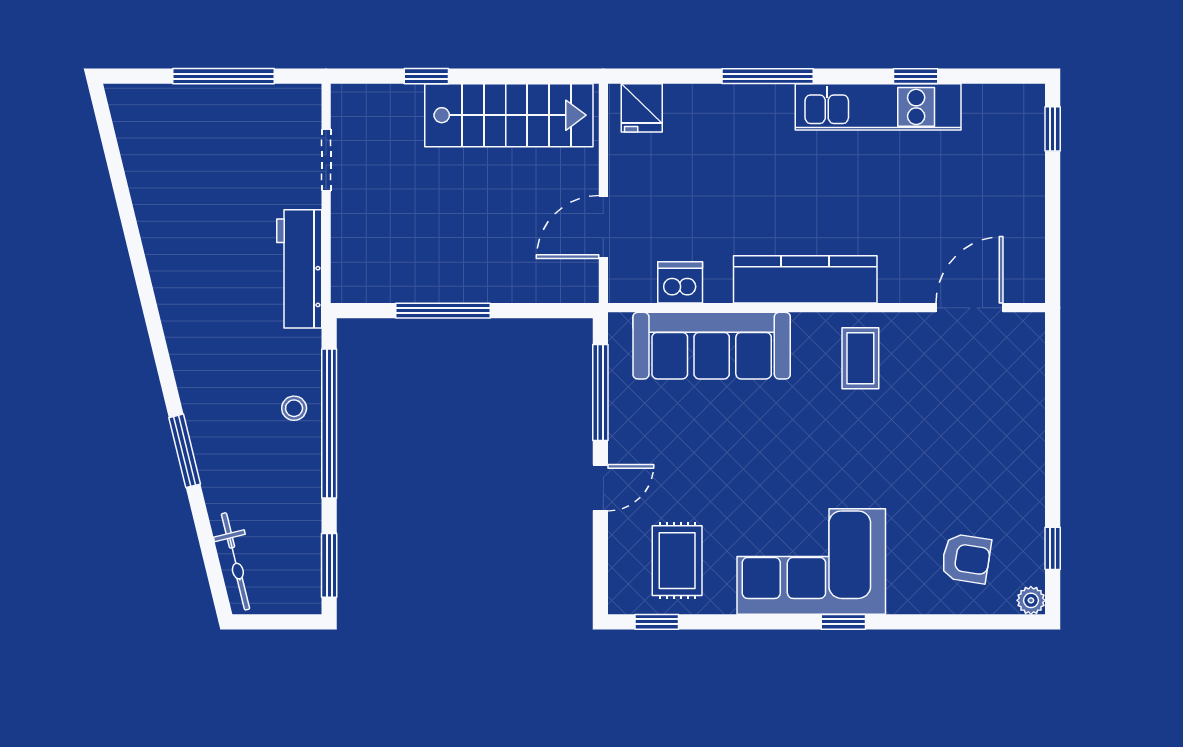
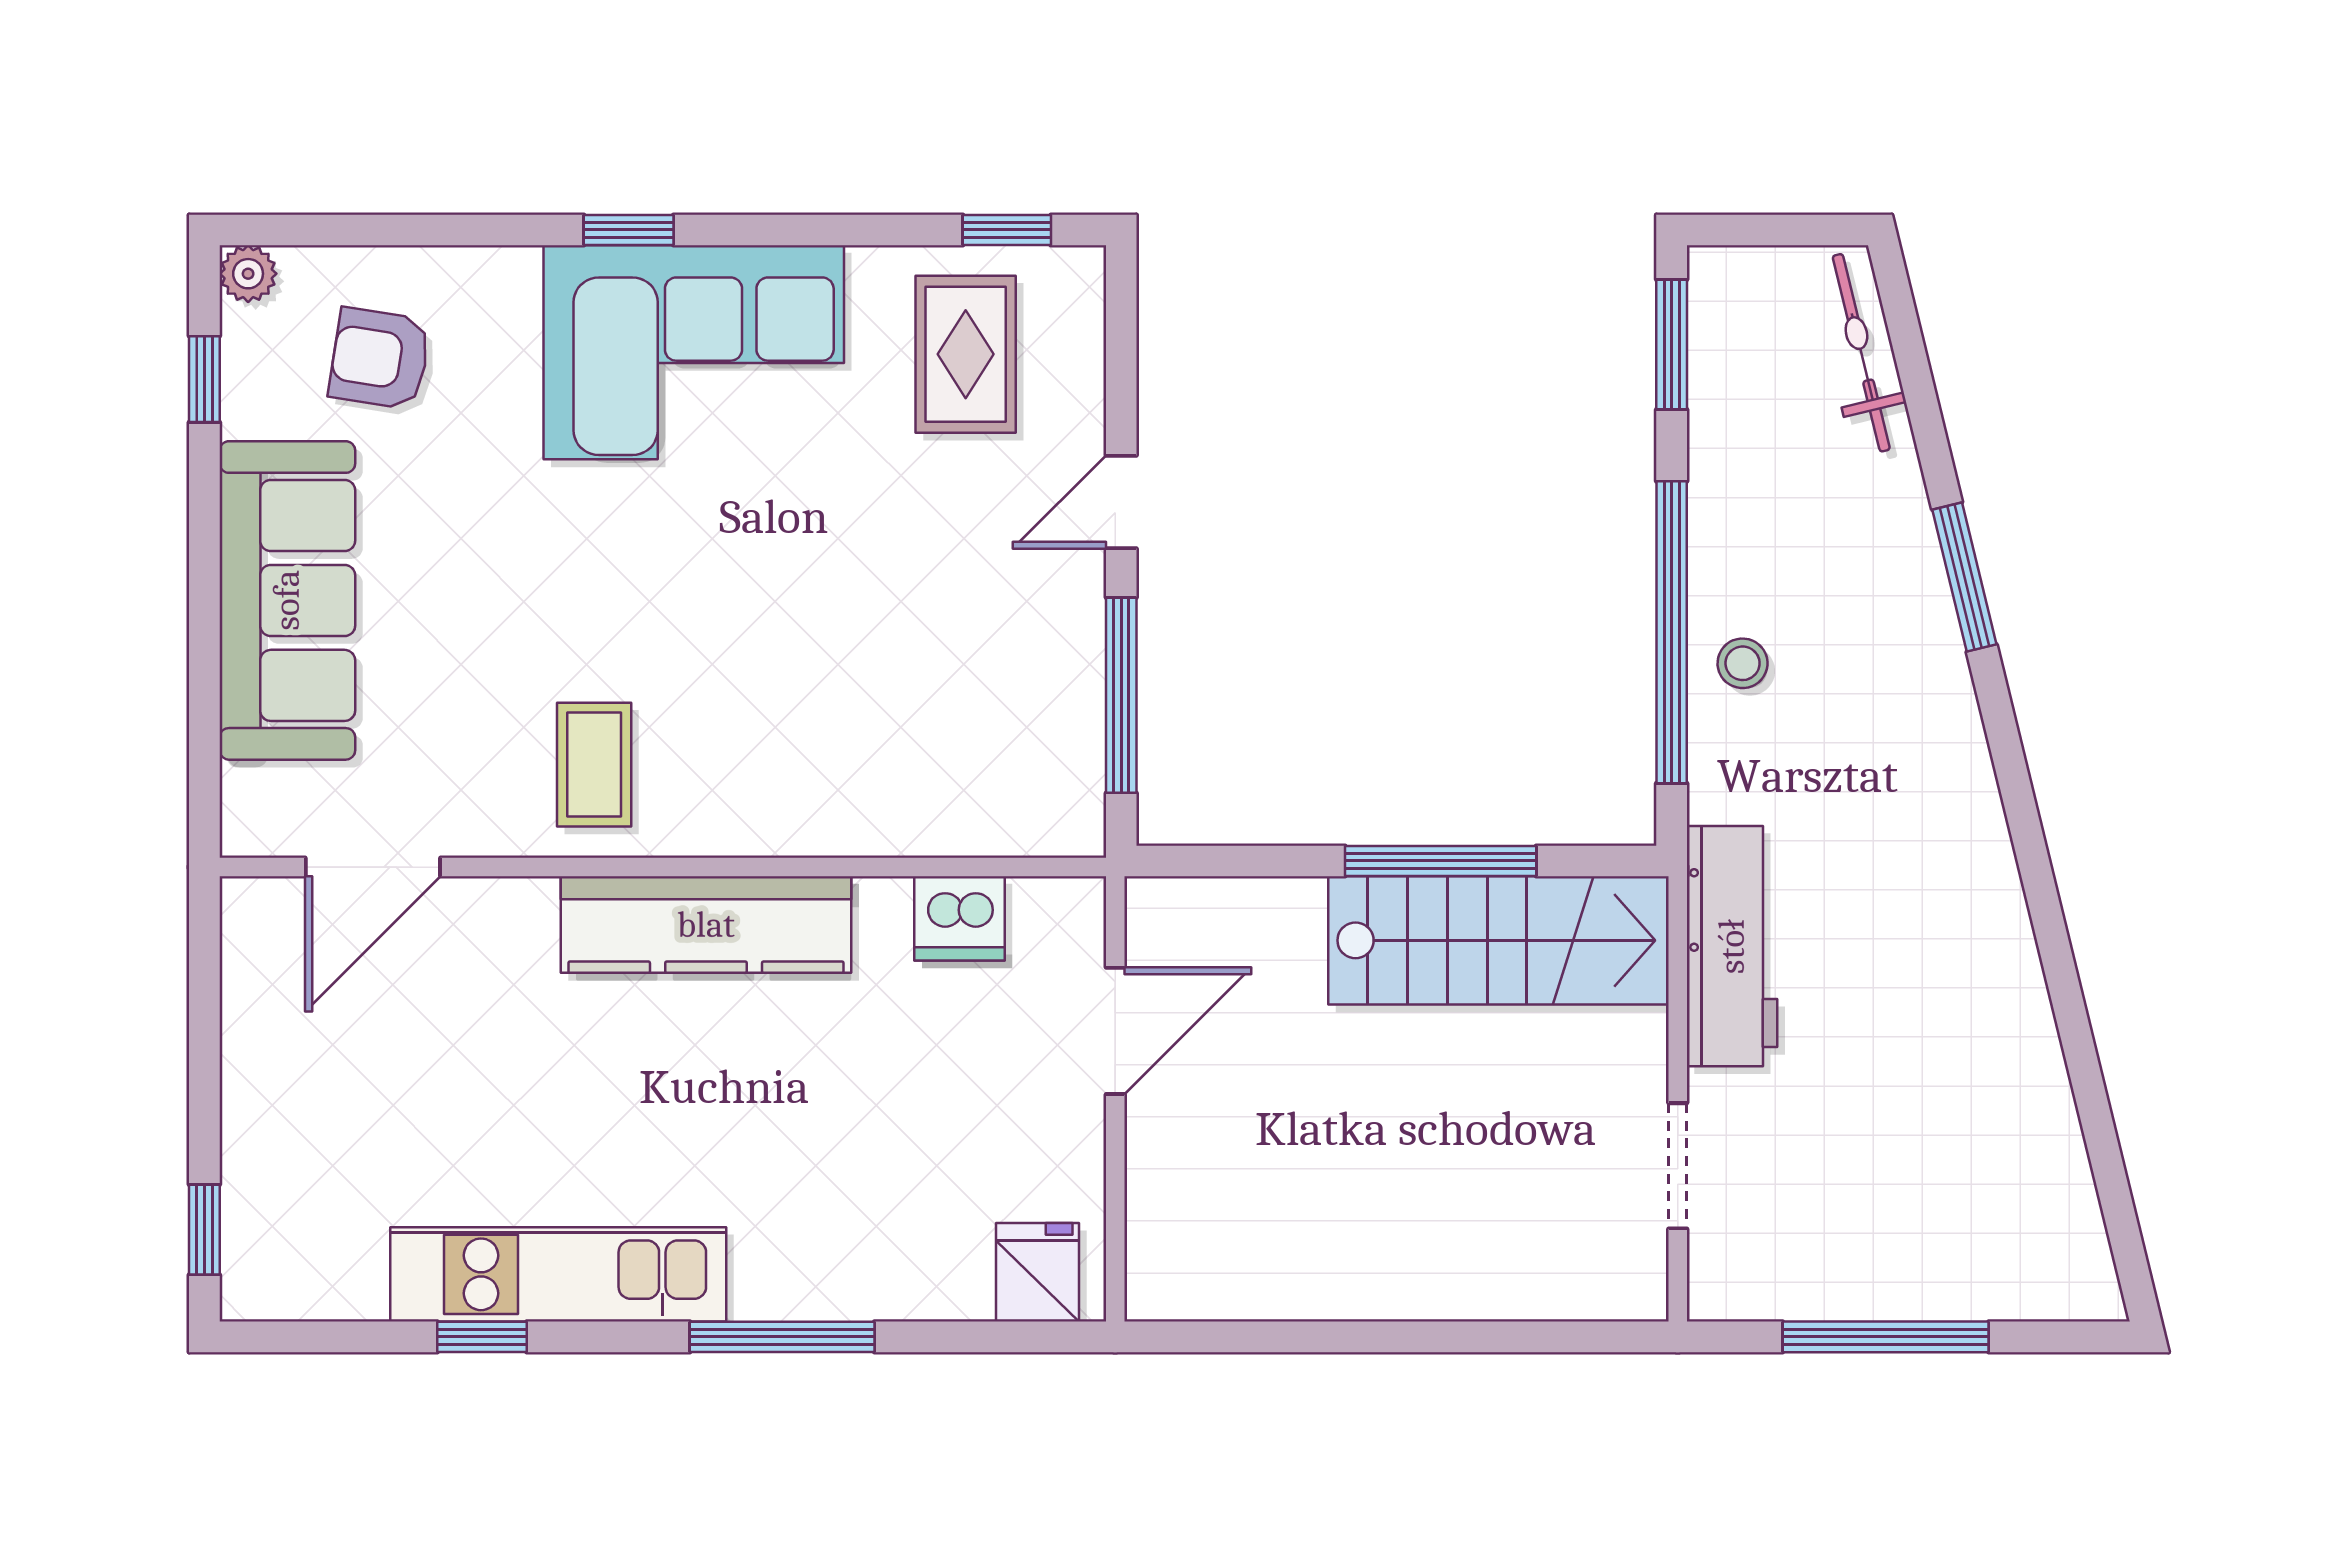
window: (426, 76) -> (1474, 1337), removed
stairs: (509, 115) -> (1498, 940), moved, turned 180
sofa: (712, 346) -> (287, 600), moved, turned 90

